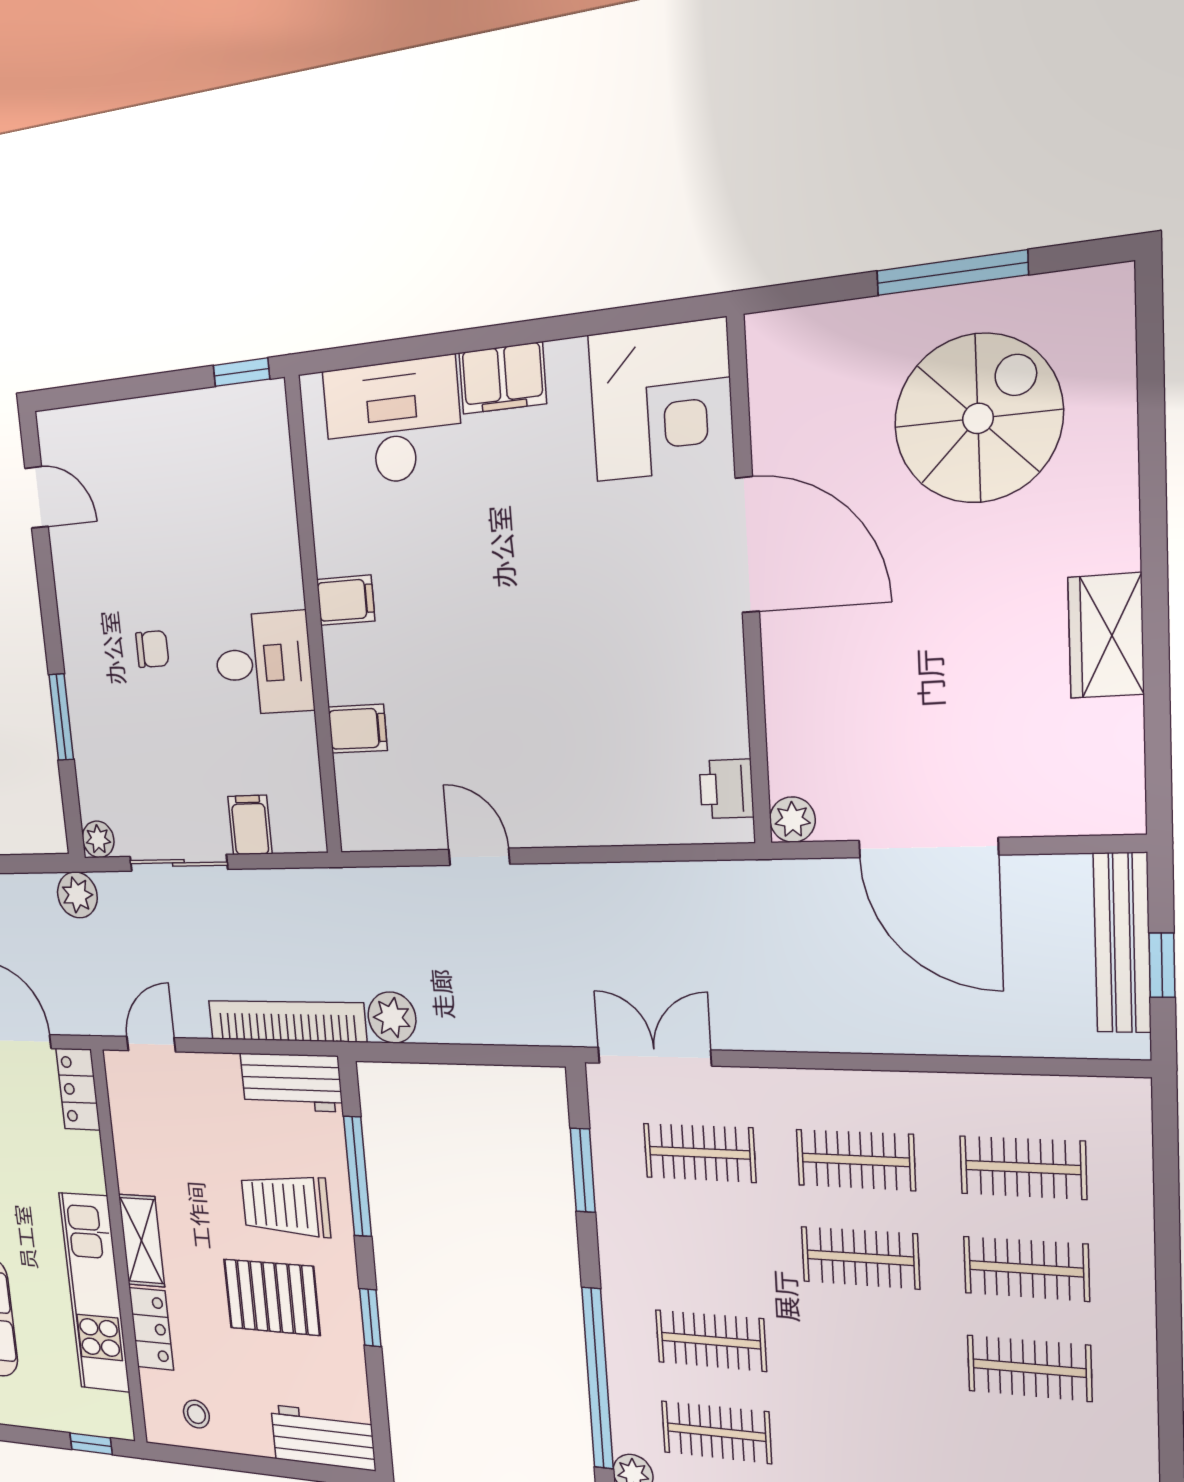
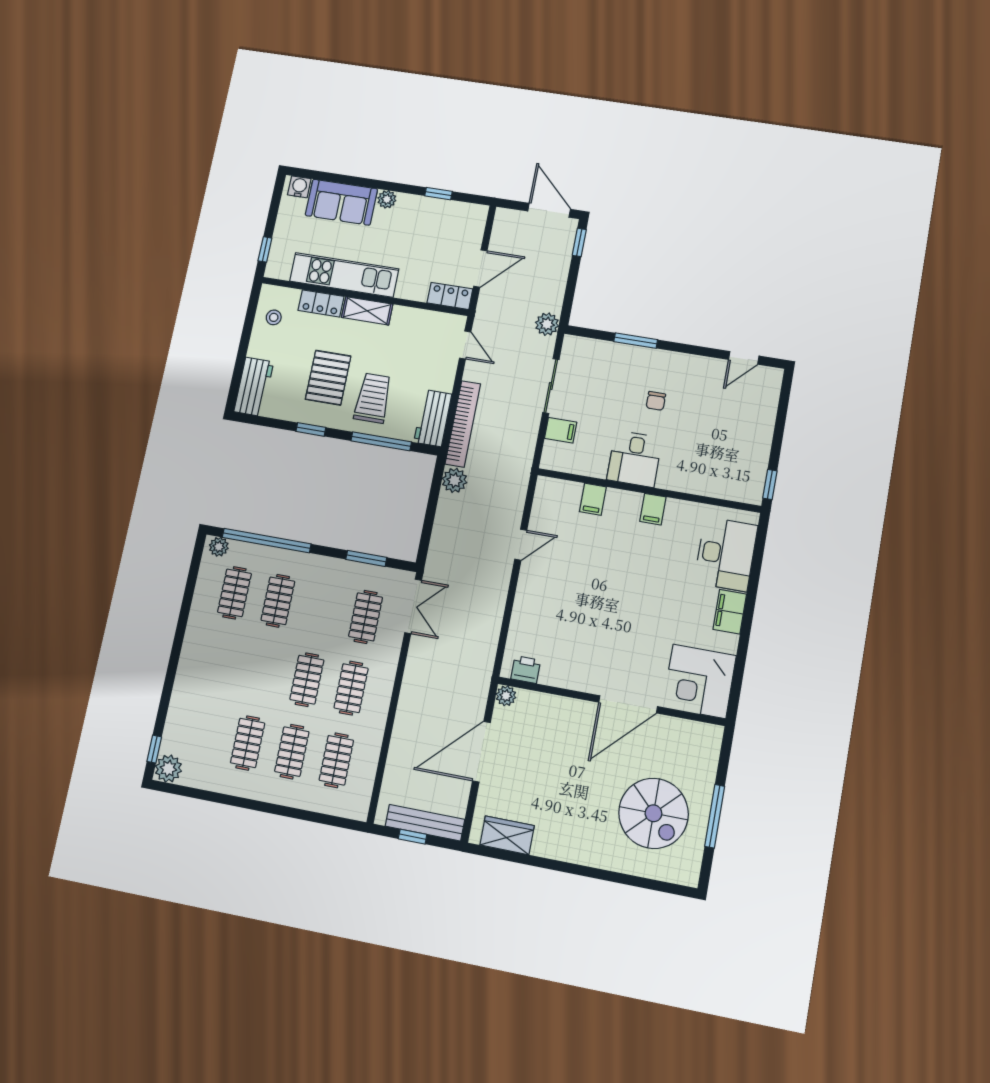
wardrobe: (1106, 636) -> (507, 835), moved
plant: (98, 839) -> (572, 344), removed

